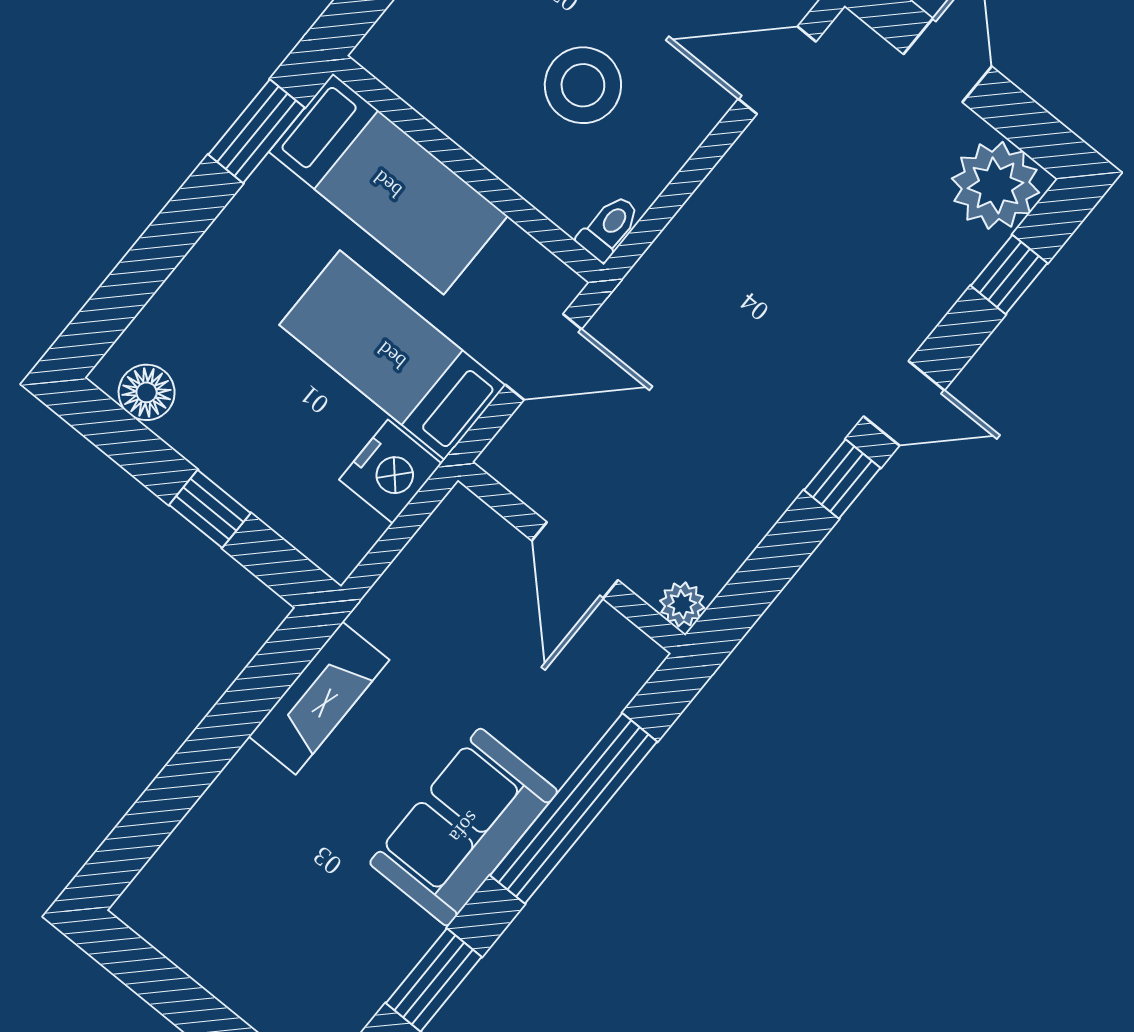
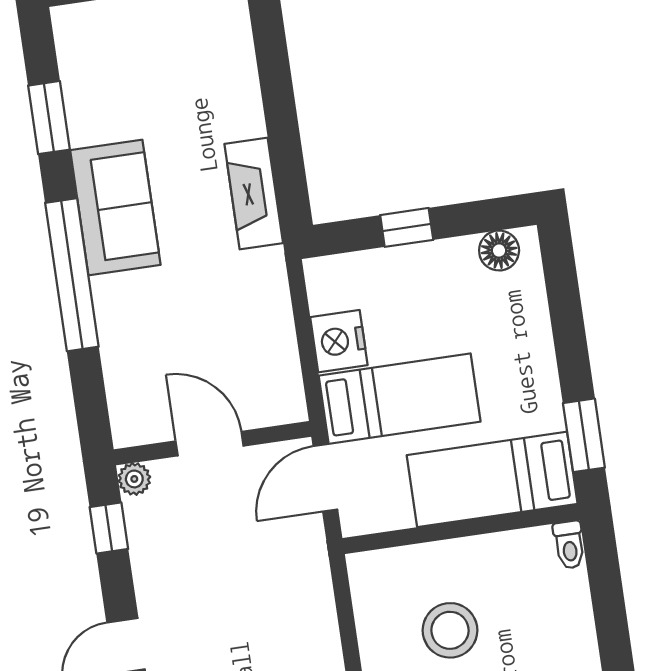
toilet: (609, 228) -> (569, 545), moved
window: (842, 479) -> (109, 528), moved
wall: (572, 558) -> (213, 443), moved
door: (575, 560) -> (210, 444), moved
plant: (682, 604) -> (134, 479), moved

